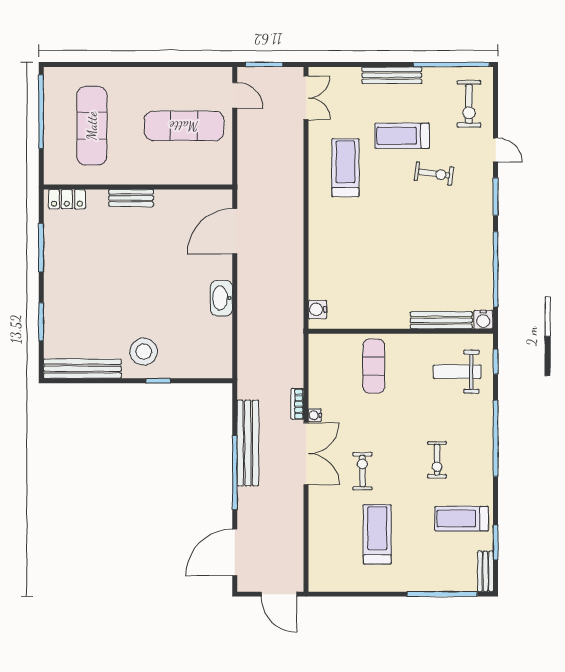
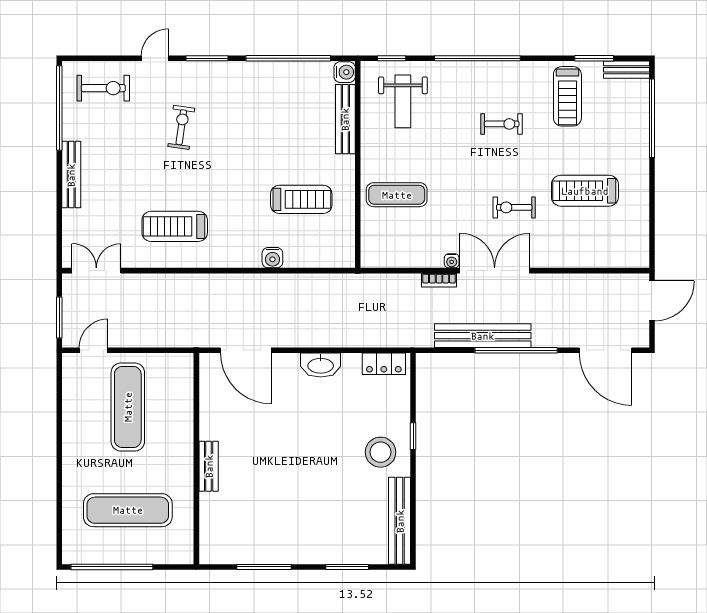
treadmill: (402, 136) -> (301, 199), moved, turned -90
locker: (67, 199) -> (384, 364), moved, turned 90
water cooler: (317, 309) -> (272, 258), moved

